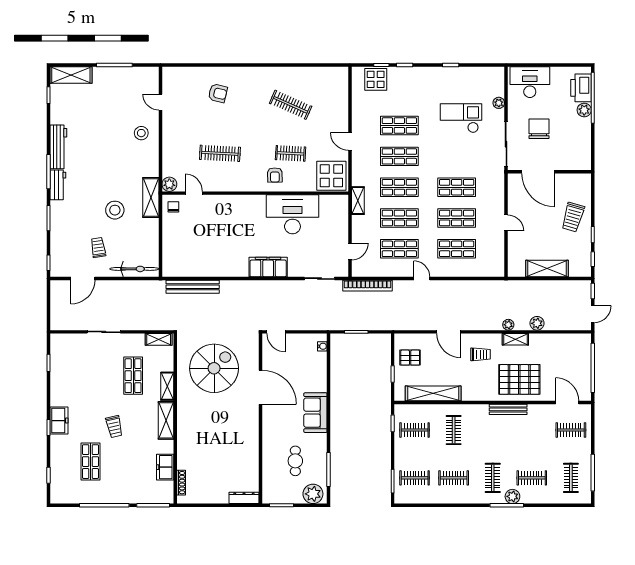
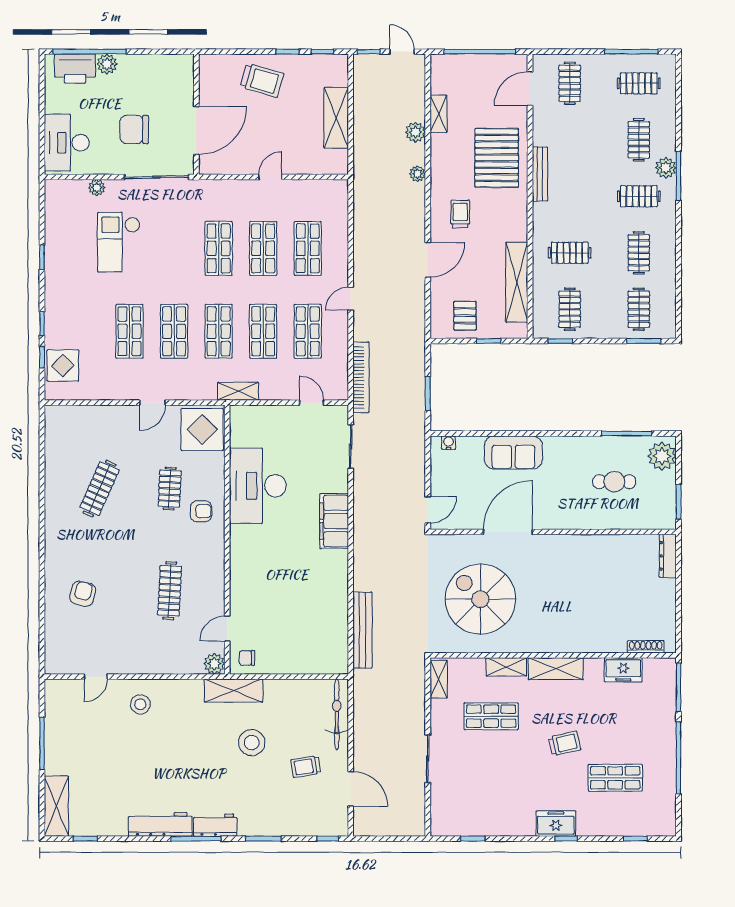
shelving: (515, 339) -> (439, 114), moved
sofa: (315, 413) -> (513, 453), moved

